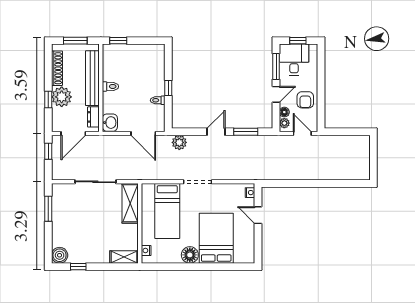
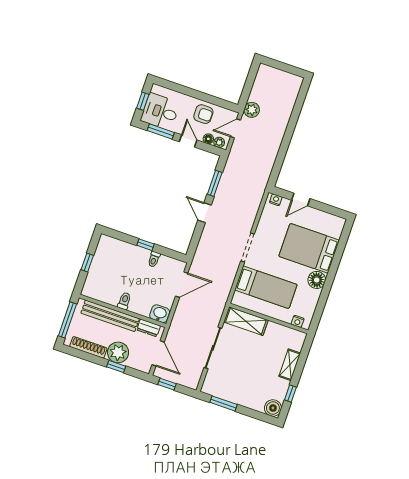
window: (75, 41) -> (67, 320), width x1.44
window: (118, 41) -> (87, 263), moved
plant: (179, 142) -> (252, 110), moved
shelving: (124, 257) -> (290, 365), moved

